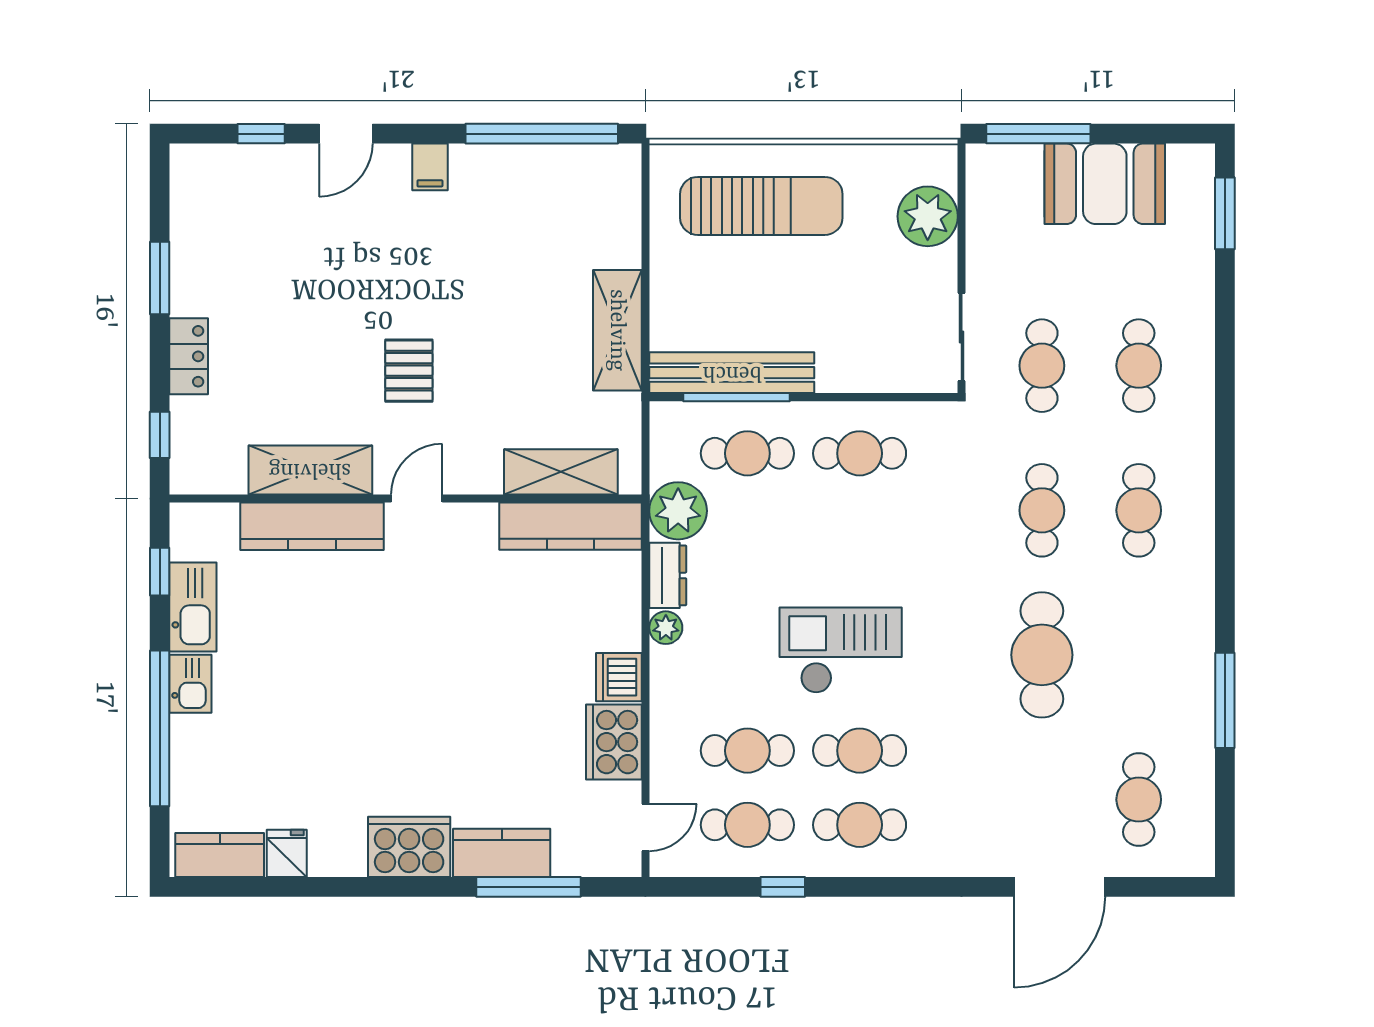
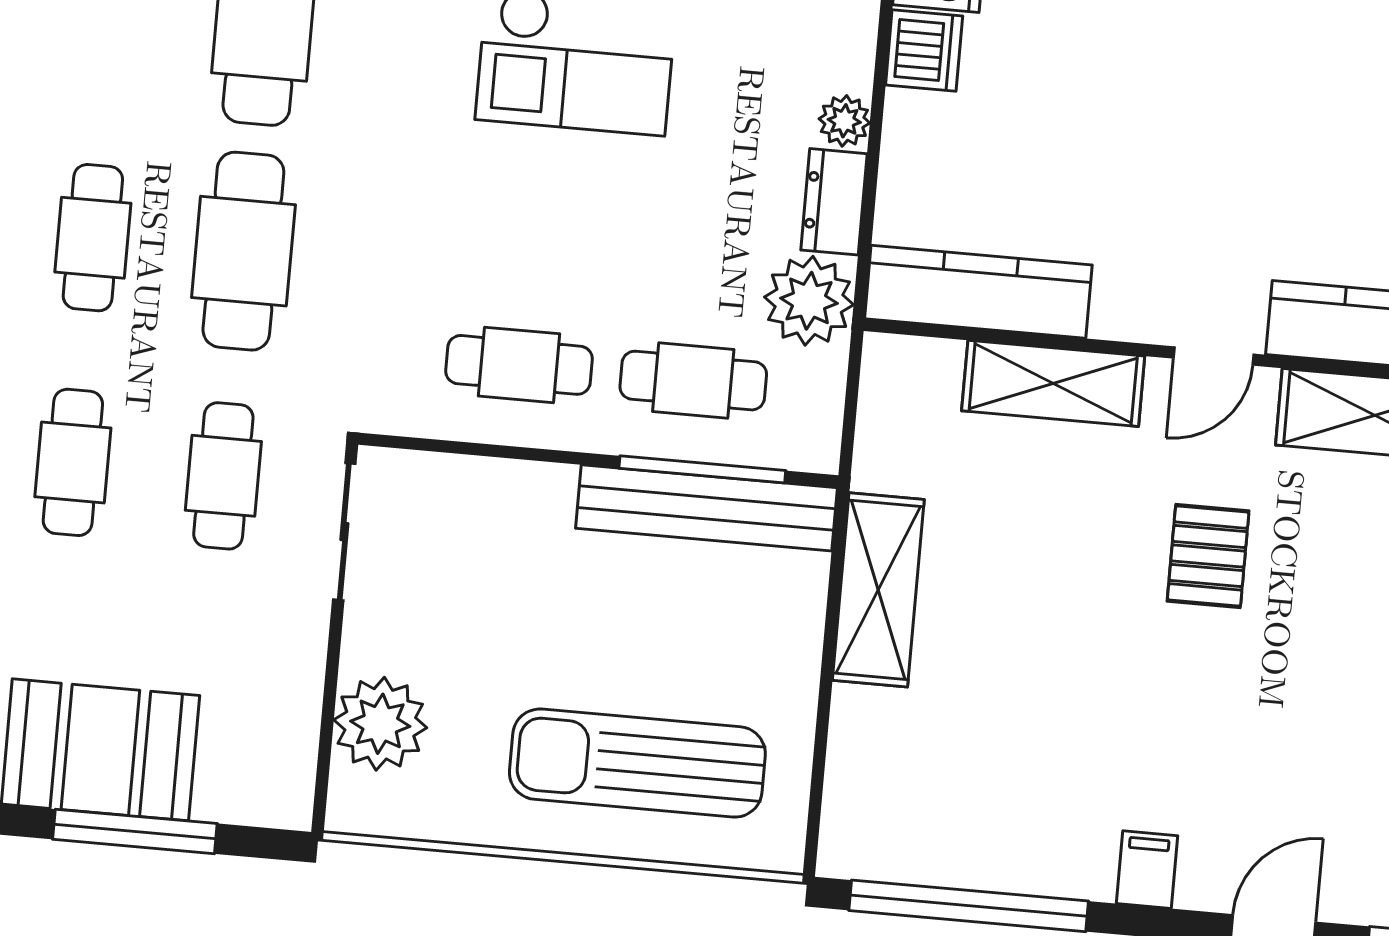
window: (1038, 134) -> (135, 831), moved
shelving: (561, 472) -> (1053, 383), moved
cafe table: (1042, 510) -> (243, 251), width x1.37, depth x1.35

